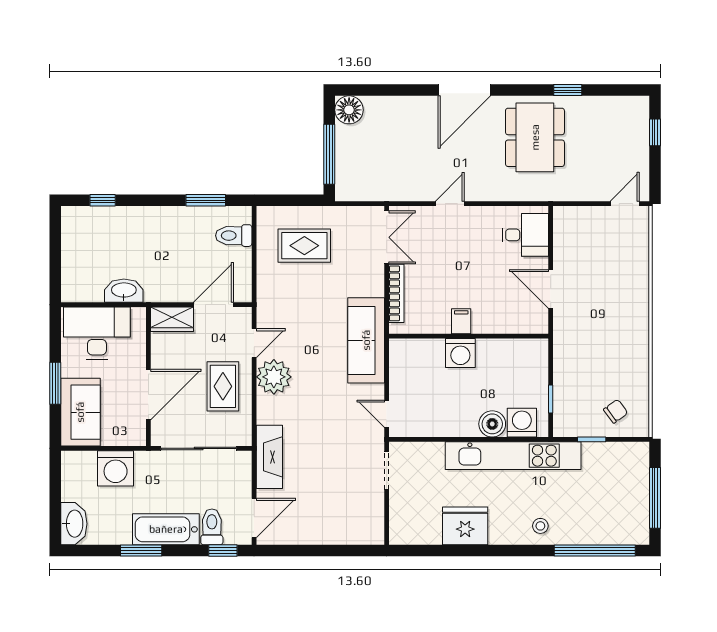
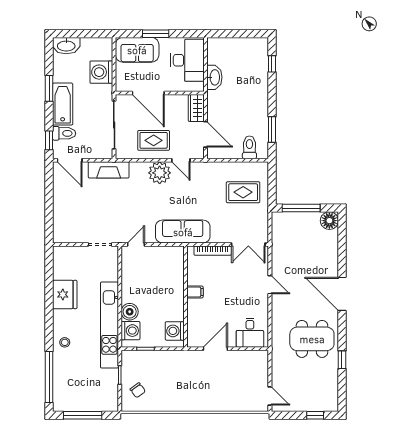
rug: (304, 246) -> (243, 192), turned 90
washing machine: (460, 353) -> (175, 331), moved

